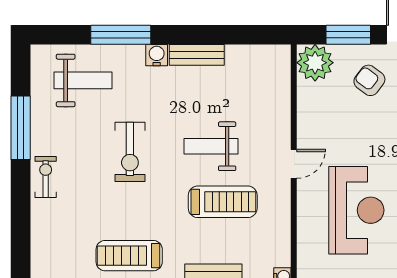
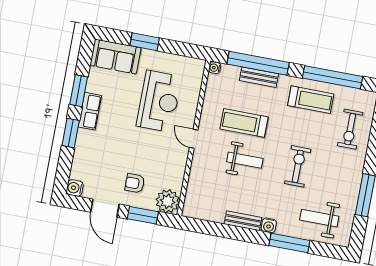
armchair: (369, 80) -> (135, 183), turned 143
door: (294, 164) -> (194, 139), hinge flipped
exercise bike: (46, 177) -> (350, 129), moved, width x1.38, depth x1.39
reception desk: (356, 210) -> (159, 101), turned 180

